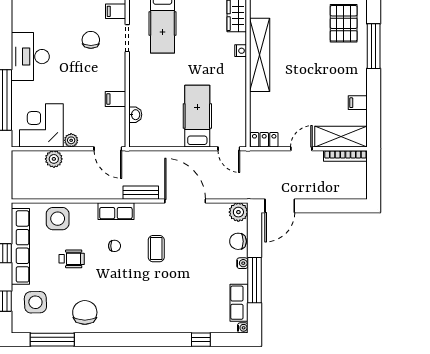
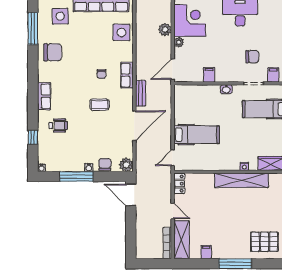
window: (374, 46) -> (235, 264), moved
washbasin: (135, 115) -> (226, 89), moved
wheelchair: (72, 259) -> (58, 126), moved, turned -90
row of seats: (239, 303) -> (44, 96), moved, turned 90

